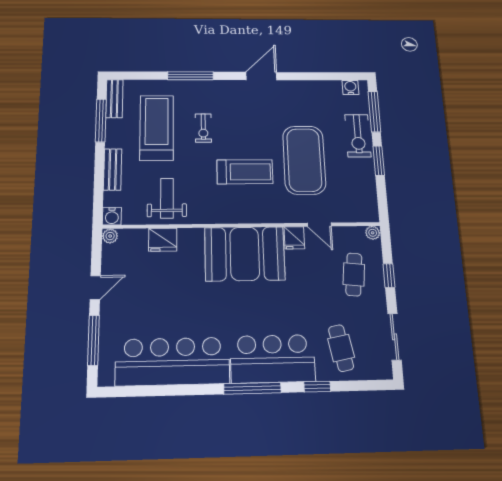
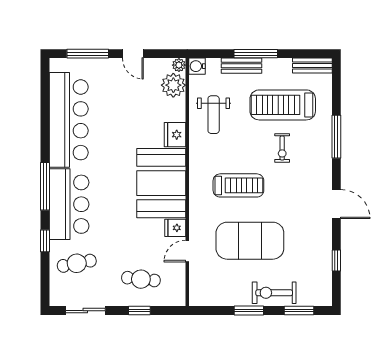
window: (320, 76) -> (336, 260), added
water cooler: (350, 87) -> (324, 289), removed
window: (374, 112) -> (299, 311), width x0.69
window: (101, 120) -> (256, 54), moved
treadmill: (157, 128) -> (283, 105), turned 180
exercise bike: (203, 128) -> (282, 148), turned -90
treadmill: (245, 172) -> (238, 185), turned -90
weight bench: (167, 198) -> (214, 115), turned 90
plant: (373, 233) -> (173, 85), moved, width x1.87, depth x1.87
fridge: (163, 240) -> (175, 135), moved

